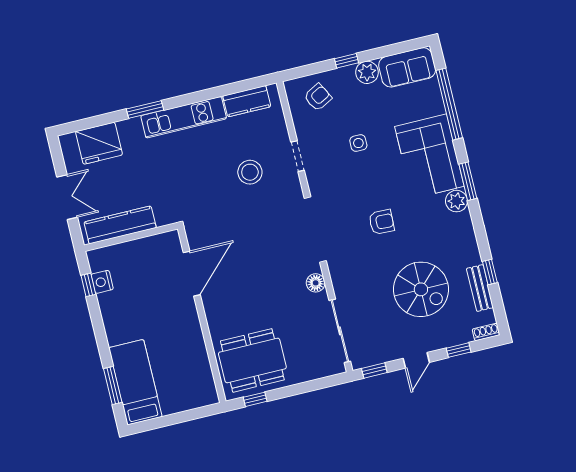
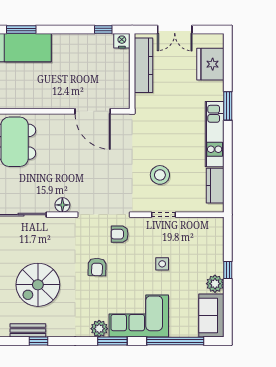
armchair: (318, 97) -> (120, 234), moved, turned 118
nightstand: (102, 282) -> (122, 41), moved

